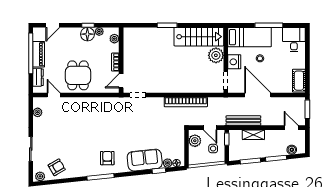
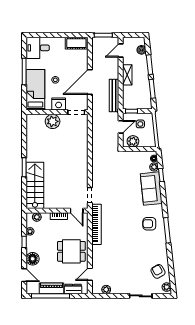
floor lamp: (87, 34) -> (33, 259), moved
stairs: (199, 37) -> (35, 185), moved
bookcase: (186, 102) -> (96, 224), moved
shelving: (253, 135) -> (127, 75), moved

